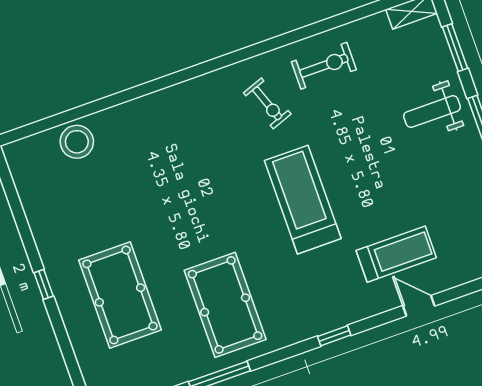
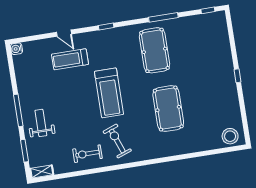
exercise bike: (267, 103) -> (117, 141), width x1.38, depth x1.39
weight bench: (432, 112) -> (41, 123), turned -90
stool: (77, 142) -> (230, 136), moved
pool table: (120, 295) -> (168, 109), moved

